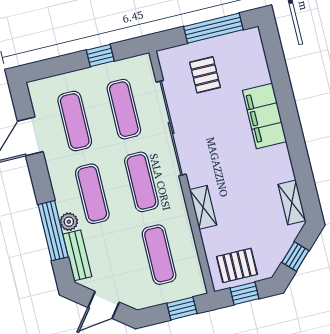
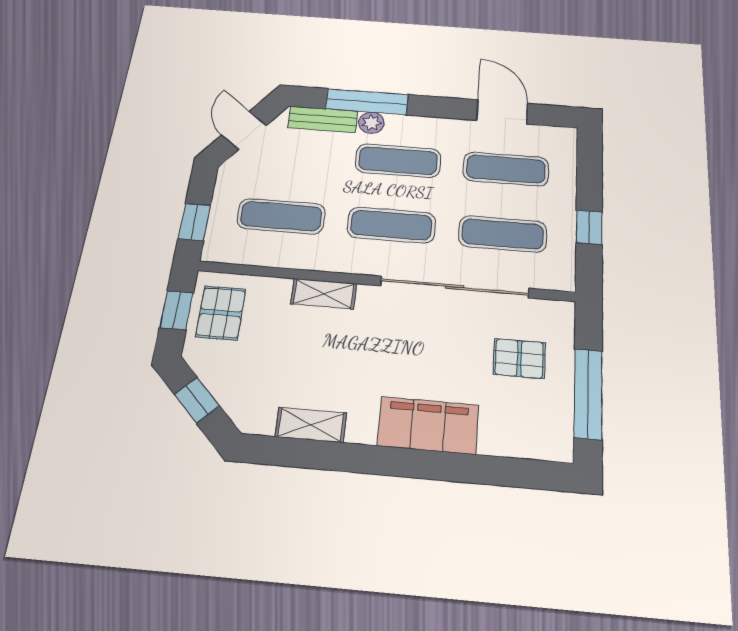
shelving: (292, 202) -> (311, 425), moved

